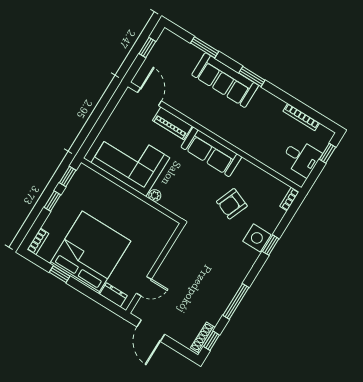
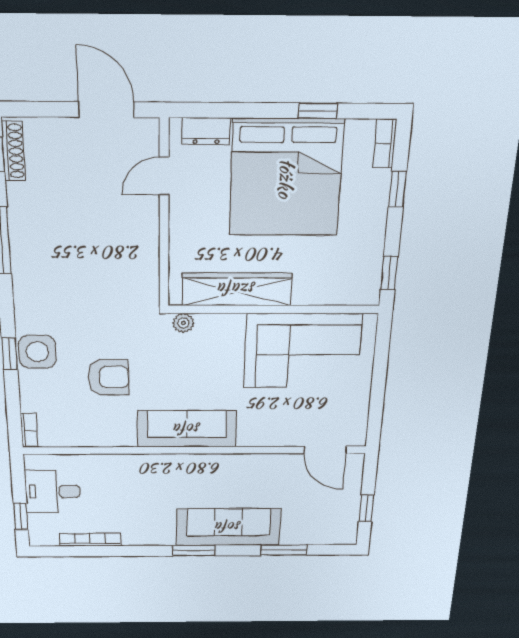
piano: (172, 123) -> (269, 434), removed
plant: (155, 195) -> (183, 323), moved
window: (52, 201) -> (397, 189), moved
armchair: (232, 204) -> (108, 377), turned 68
wardrobe: (143, 212) -> (237, 289), added

